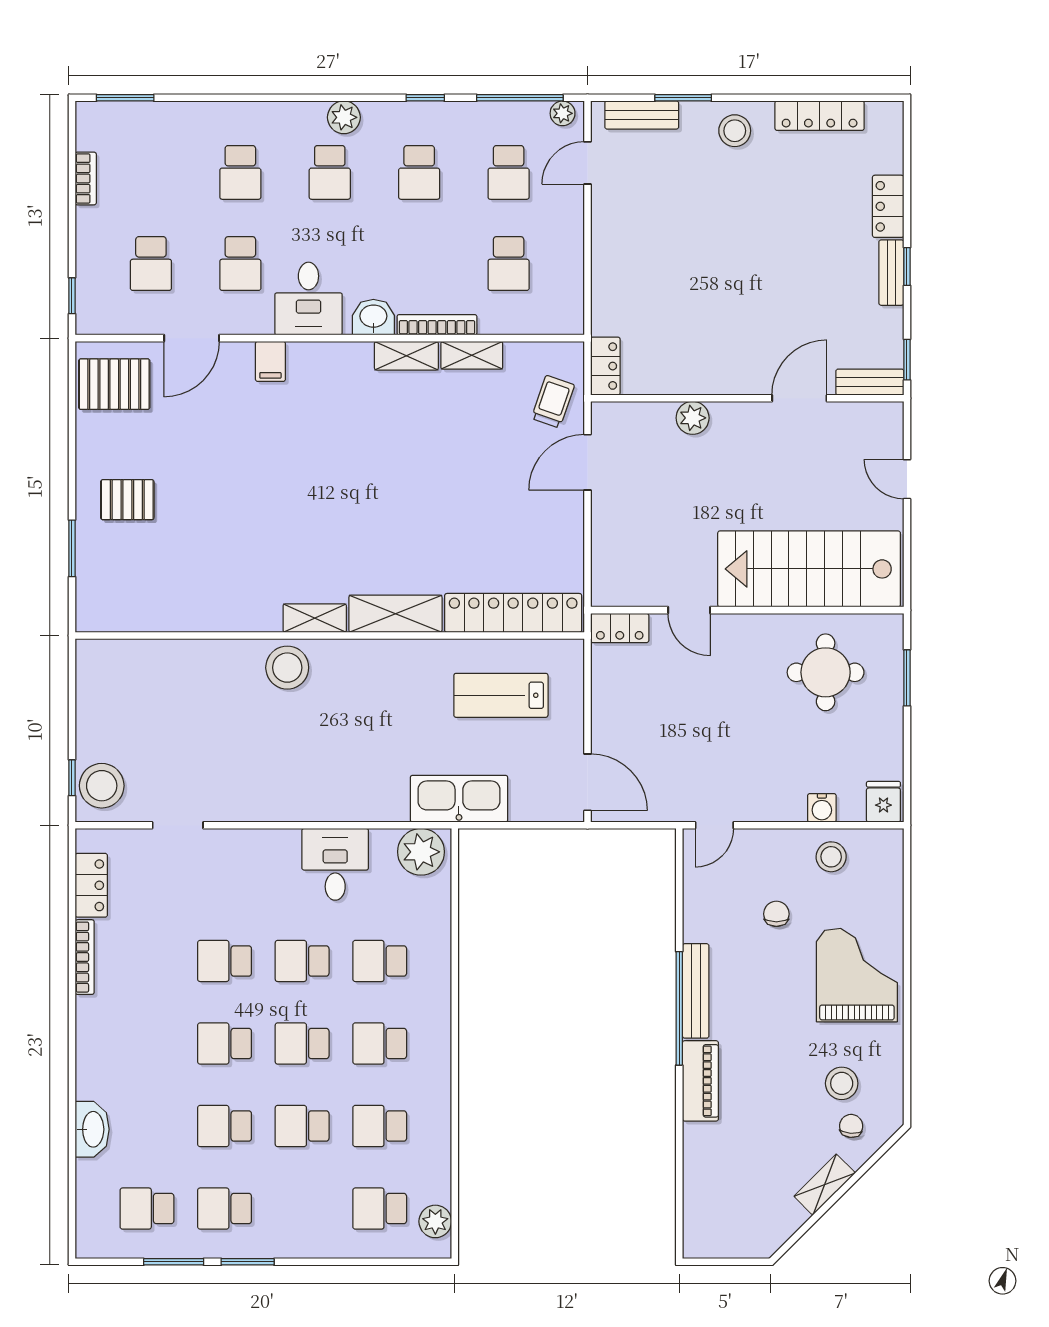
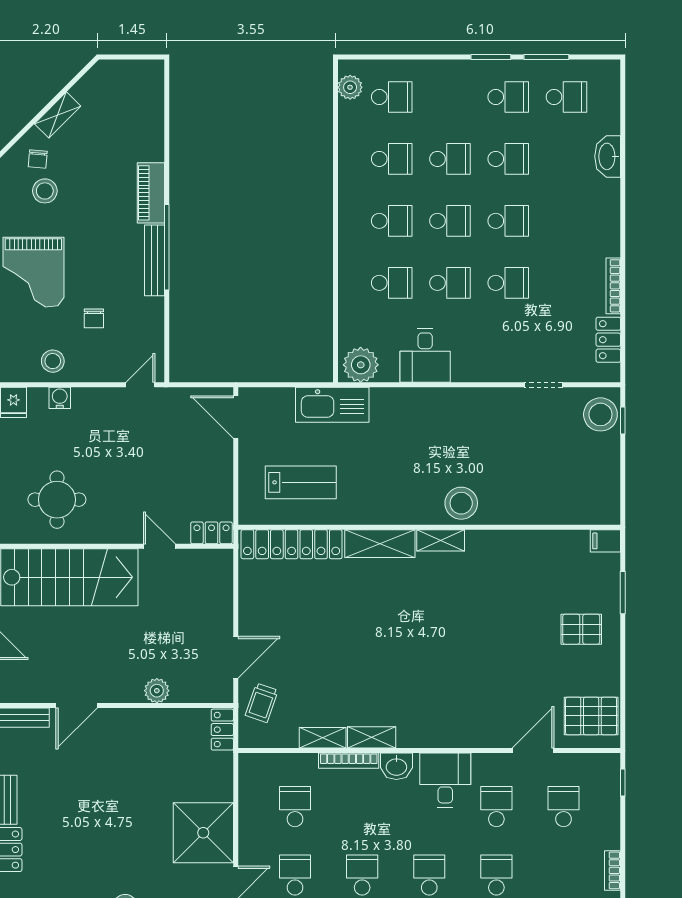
shower: (631, 229) -> (203, 833), added
filing cabinet: (270, 361) -> (605, 541), moved, turned -90

